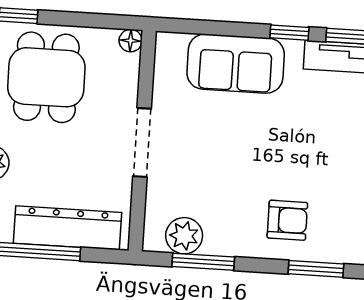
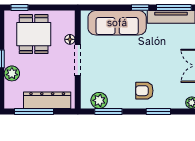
floor lamp: (131, 41) -> (70, 39), moved
sofa: (236, 64) -> (117, 23), width x1.36
armchair: (287, 220) -> (144, 91), turned 180

